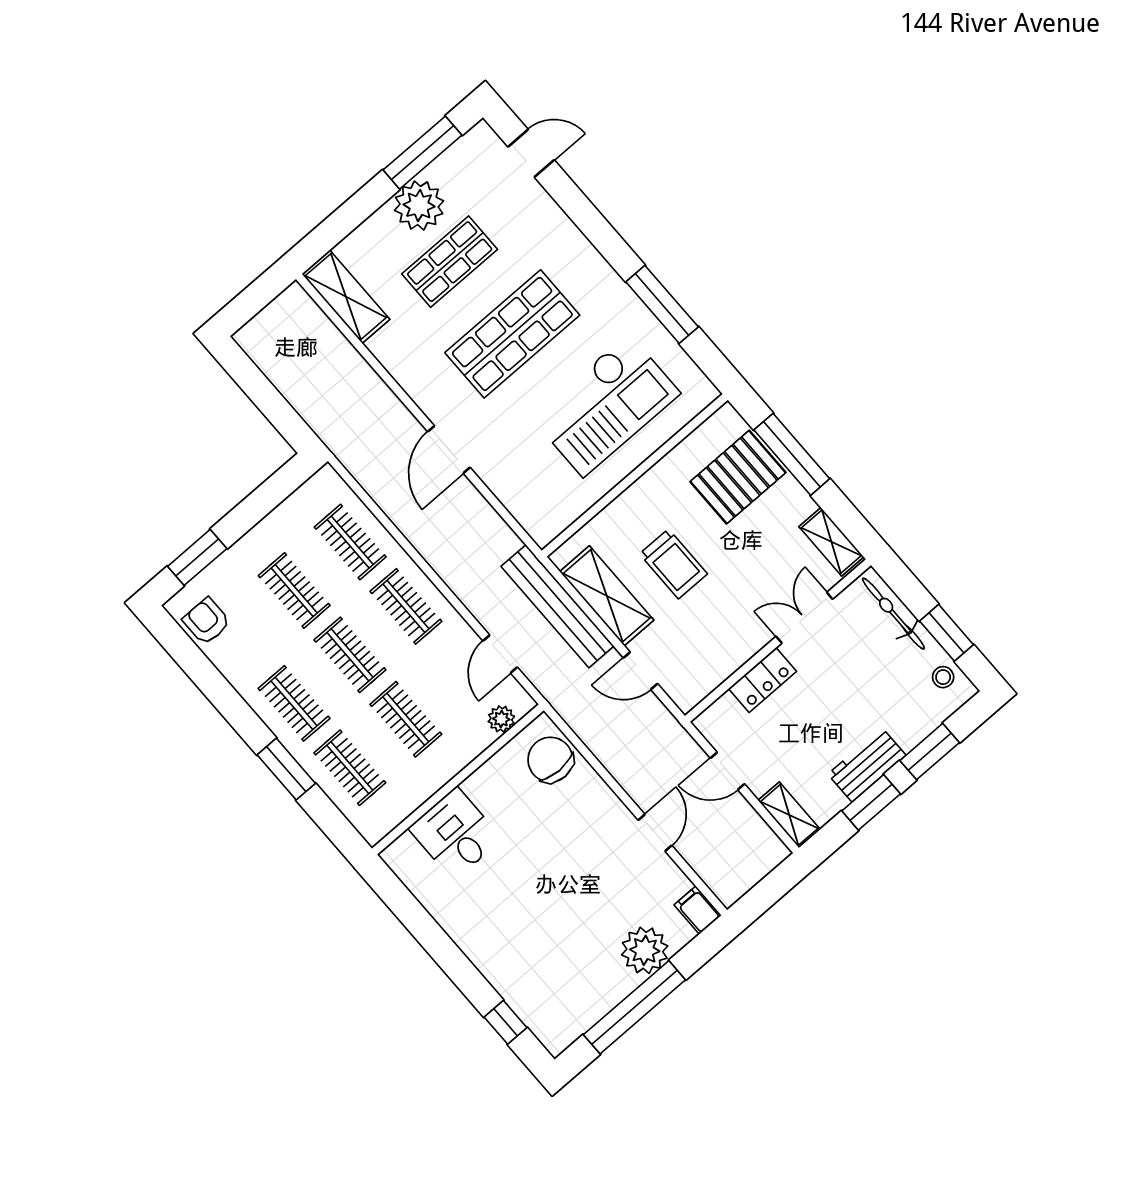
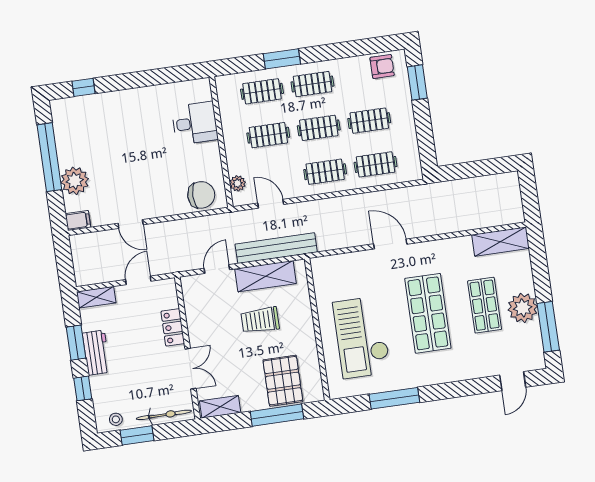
window: (930, 752) -> (83, 388), width x0.67

